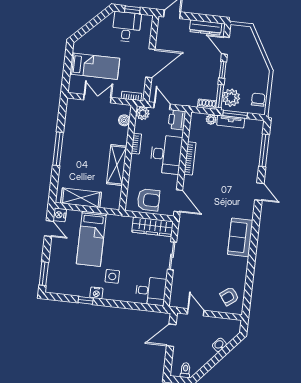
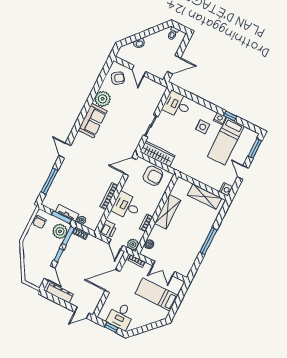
desk: (166, 154) -> (126, 206), width x0.73
armchair: (148, 200) -> (153, 176), turned 180
door: (178, 201) -> (130, 167), hinge flipped
door: (49, 228) -> (243, 172), moved
bed: (91, 239) -> (226, 141), moved, turned 180
plant: (238, 266) -> (103, 99), added
door: (196, 312) -> (139, 71), moved

